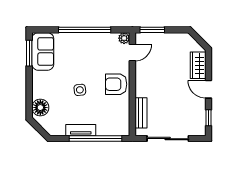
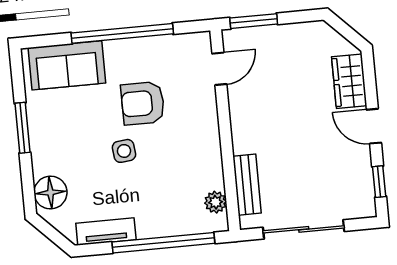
plant: (124, 38) -> (216, 202), moved
sofa: (43, 51) -> (67, 65), moved, turned 90
window: (29, 53) -> (22, 128), moved
armchair: (116, 84) -> (143, 103), moved
tv unit: (81, 130) -> (106, 232), moved

